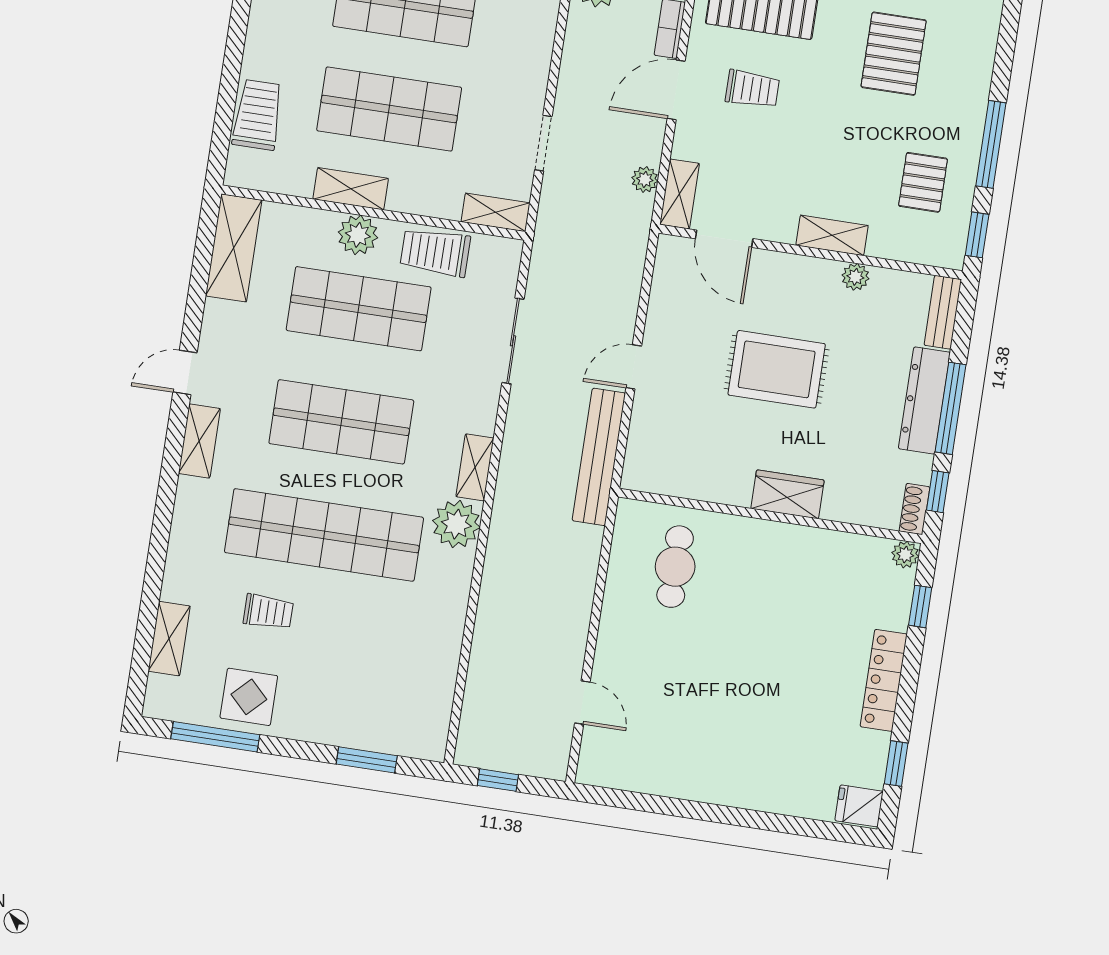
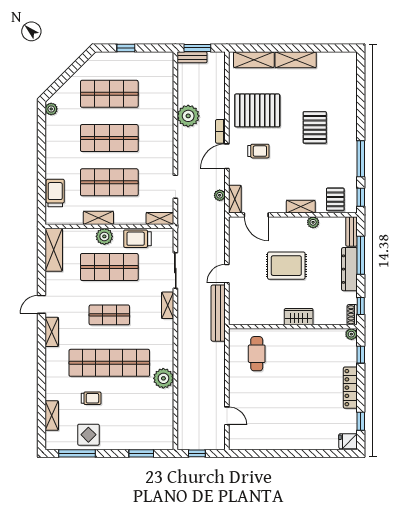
pallet: (923, 182) -> (335, 199), moved
window: (951, 408) -> (361, 255), moved
shop shelf: (341, 422) -> (109, 315), width x0.70, depth x0.74
shelving: (475, 467) -> (168, 305), moved
plant: (456, 524) -> (163, 378), moved

